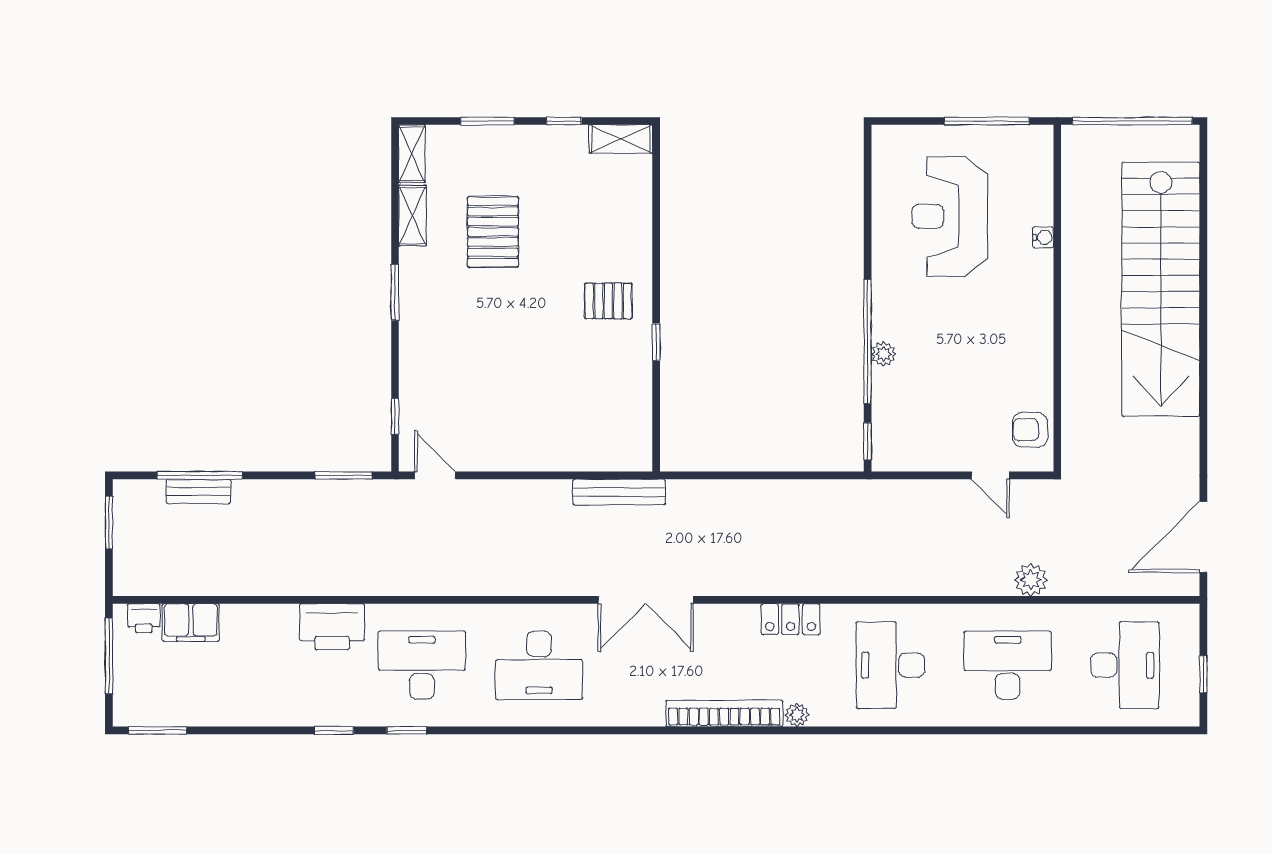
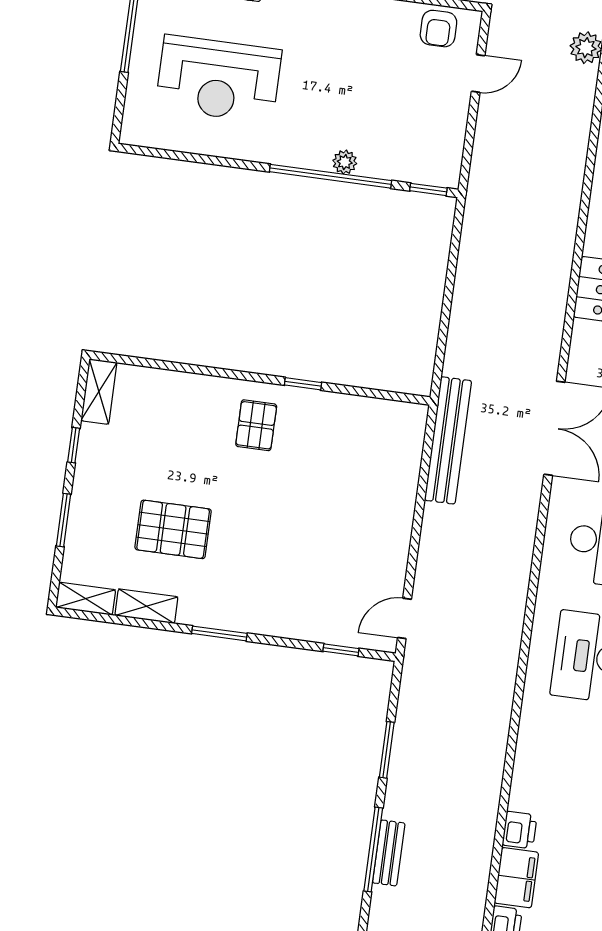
window: (344, 475) -> (387, 750), moved
bench: (619, 492) -> (448, 440), width x1.37, depth x1.21
printer: (332, 627) -> (520, 830), moved, width x0.53, depth x0.68

